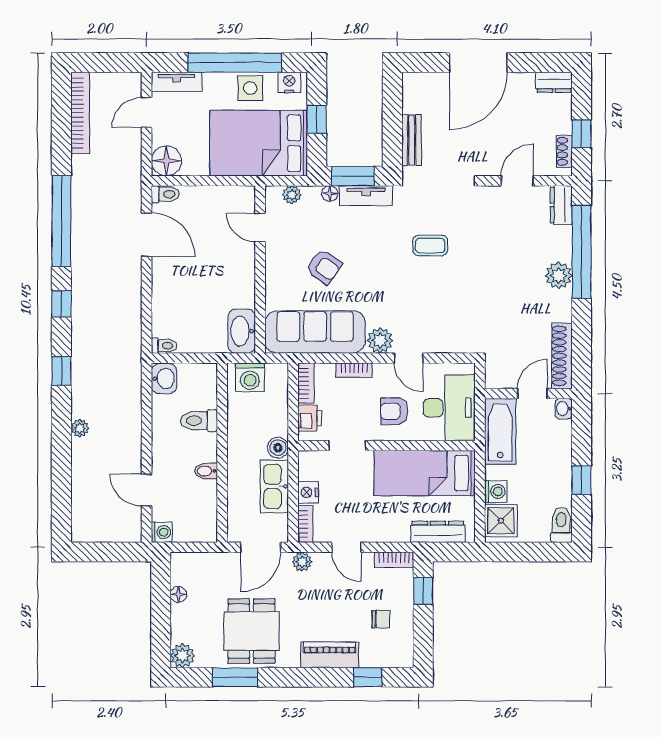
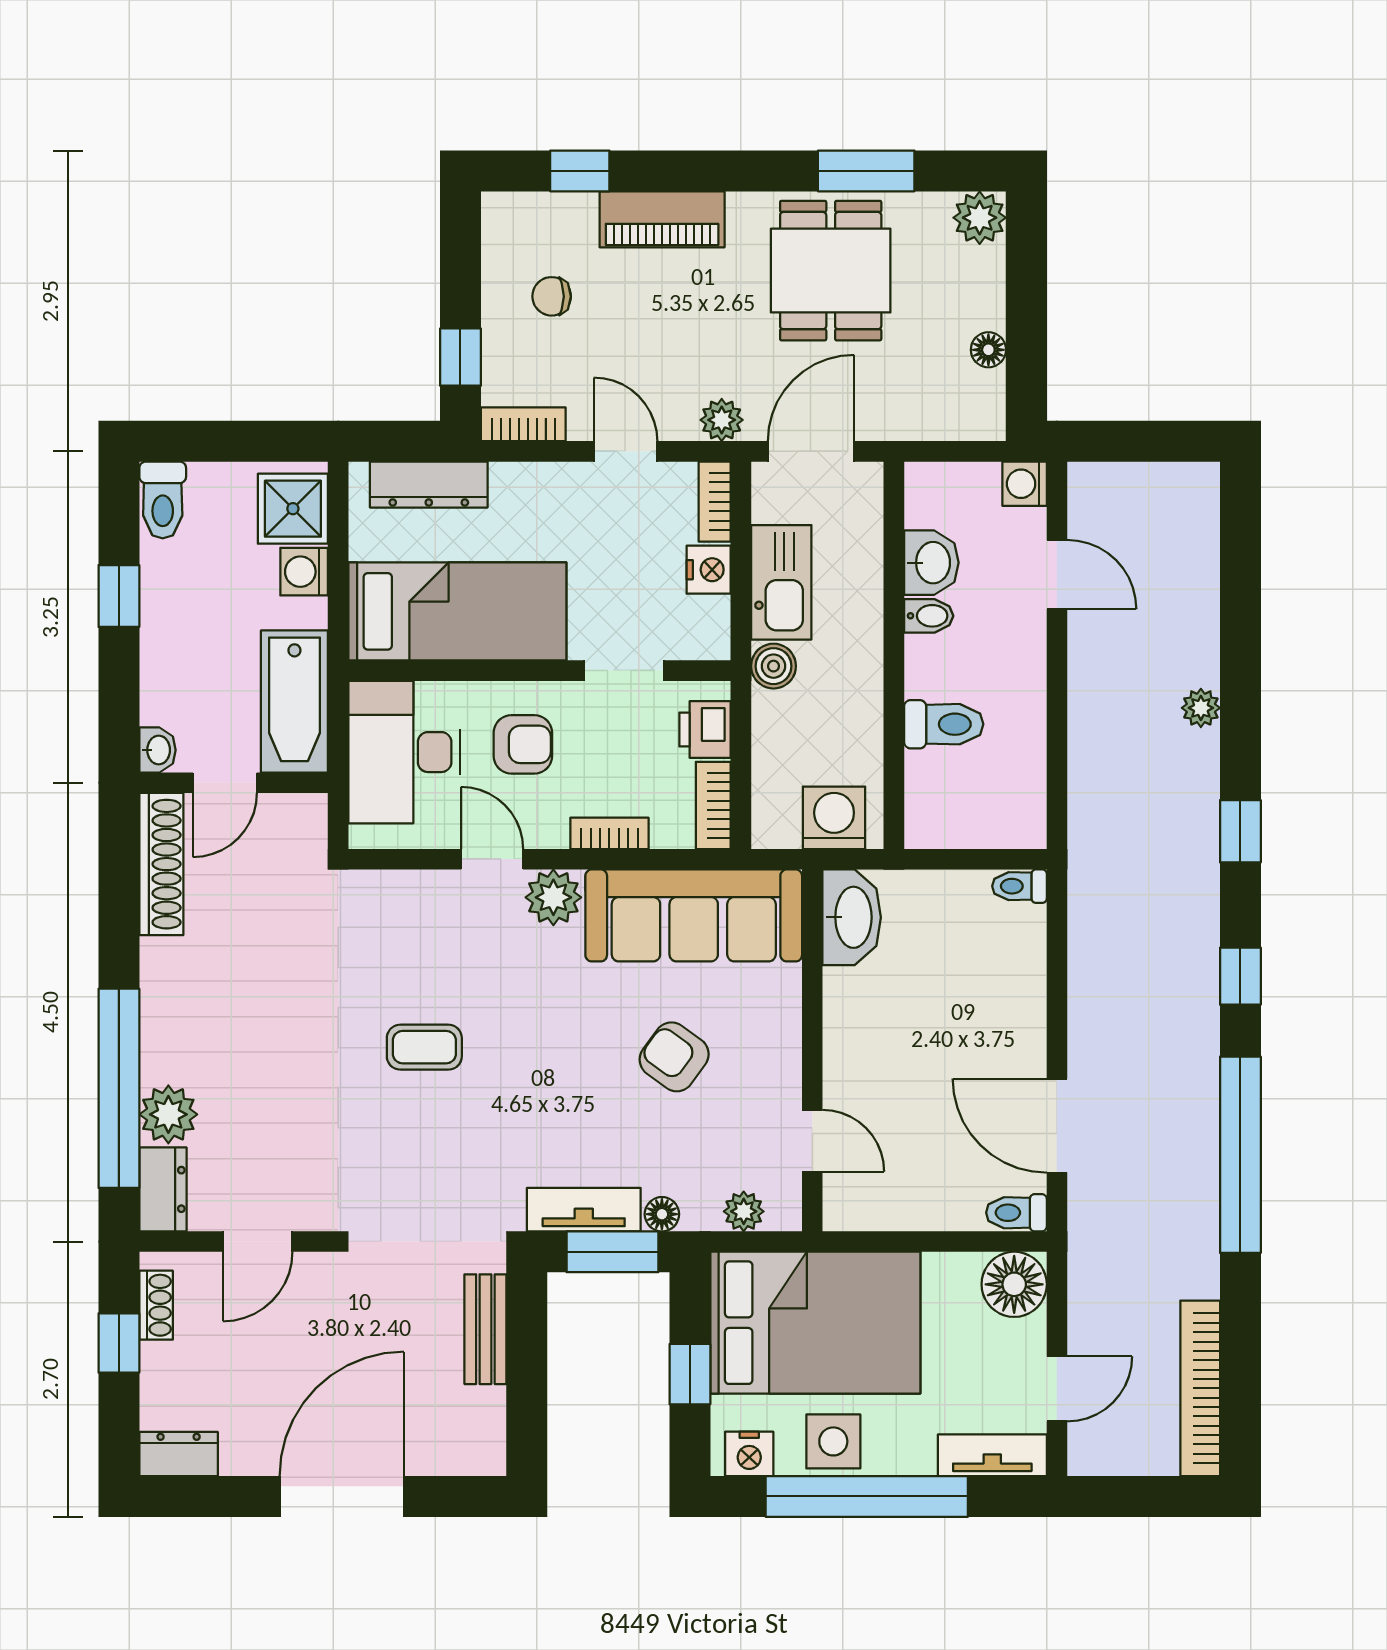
coffee table: (430, 246) -> (424, 1047), moved
plant: (559, 276) -> (168, 1114), moved
washbasin: (164, 379) -> (931, 563), moved, turned 180

